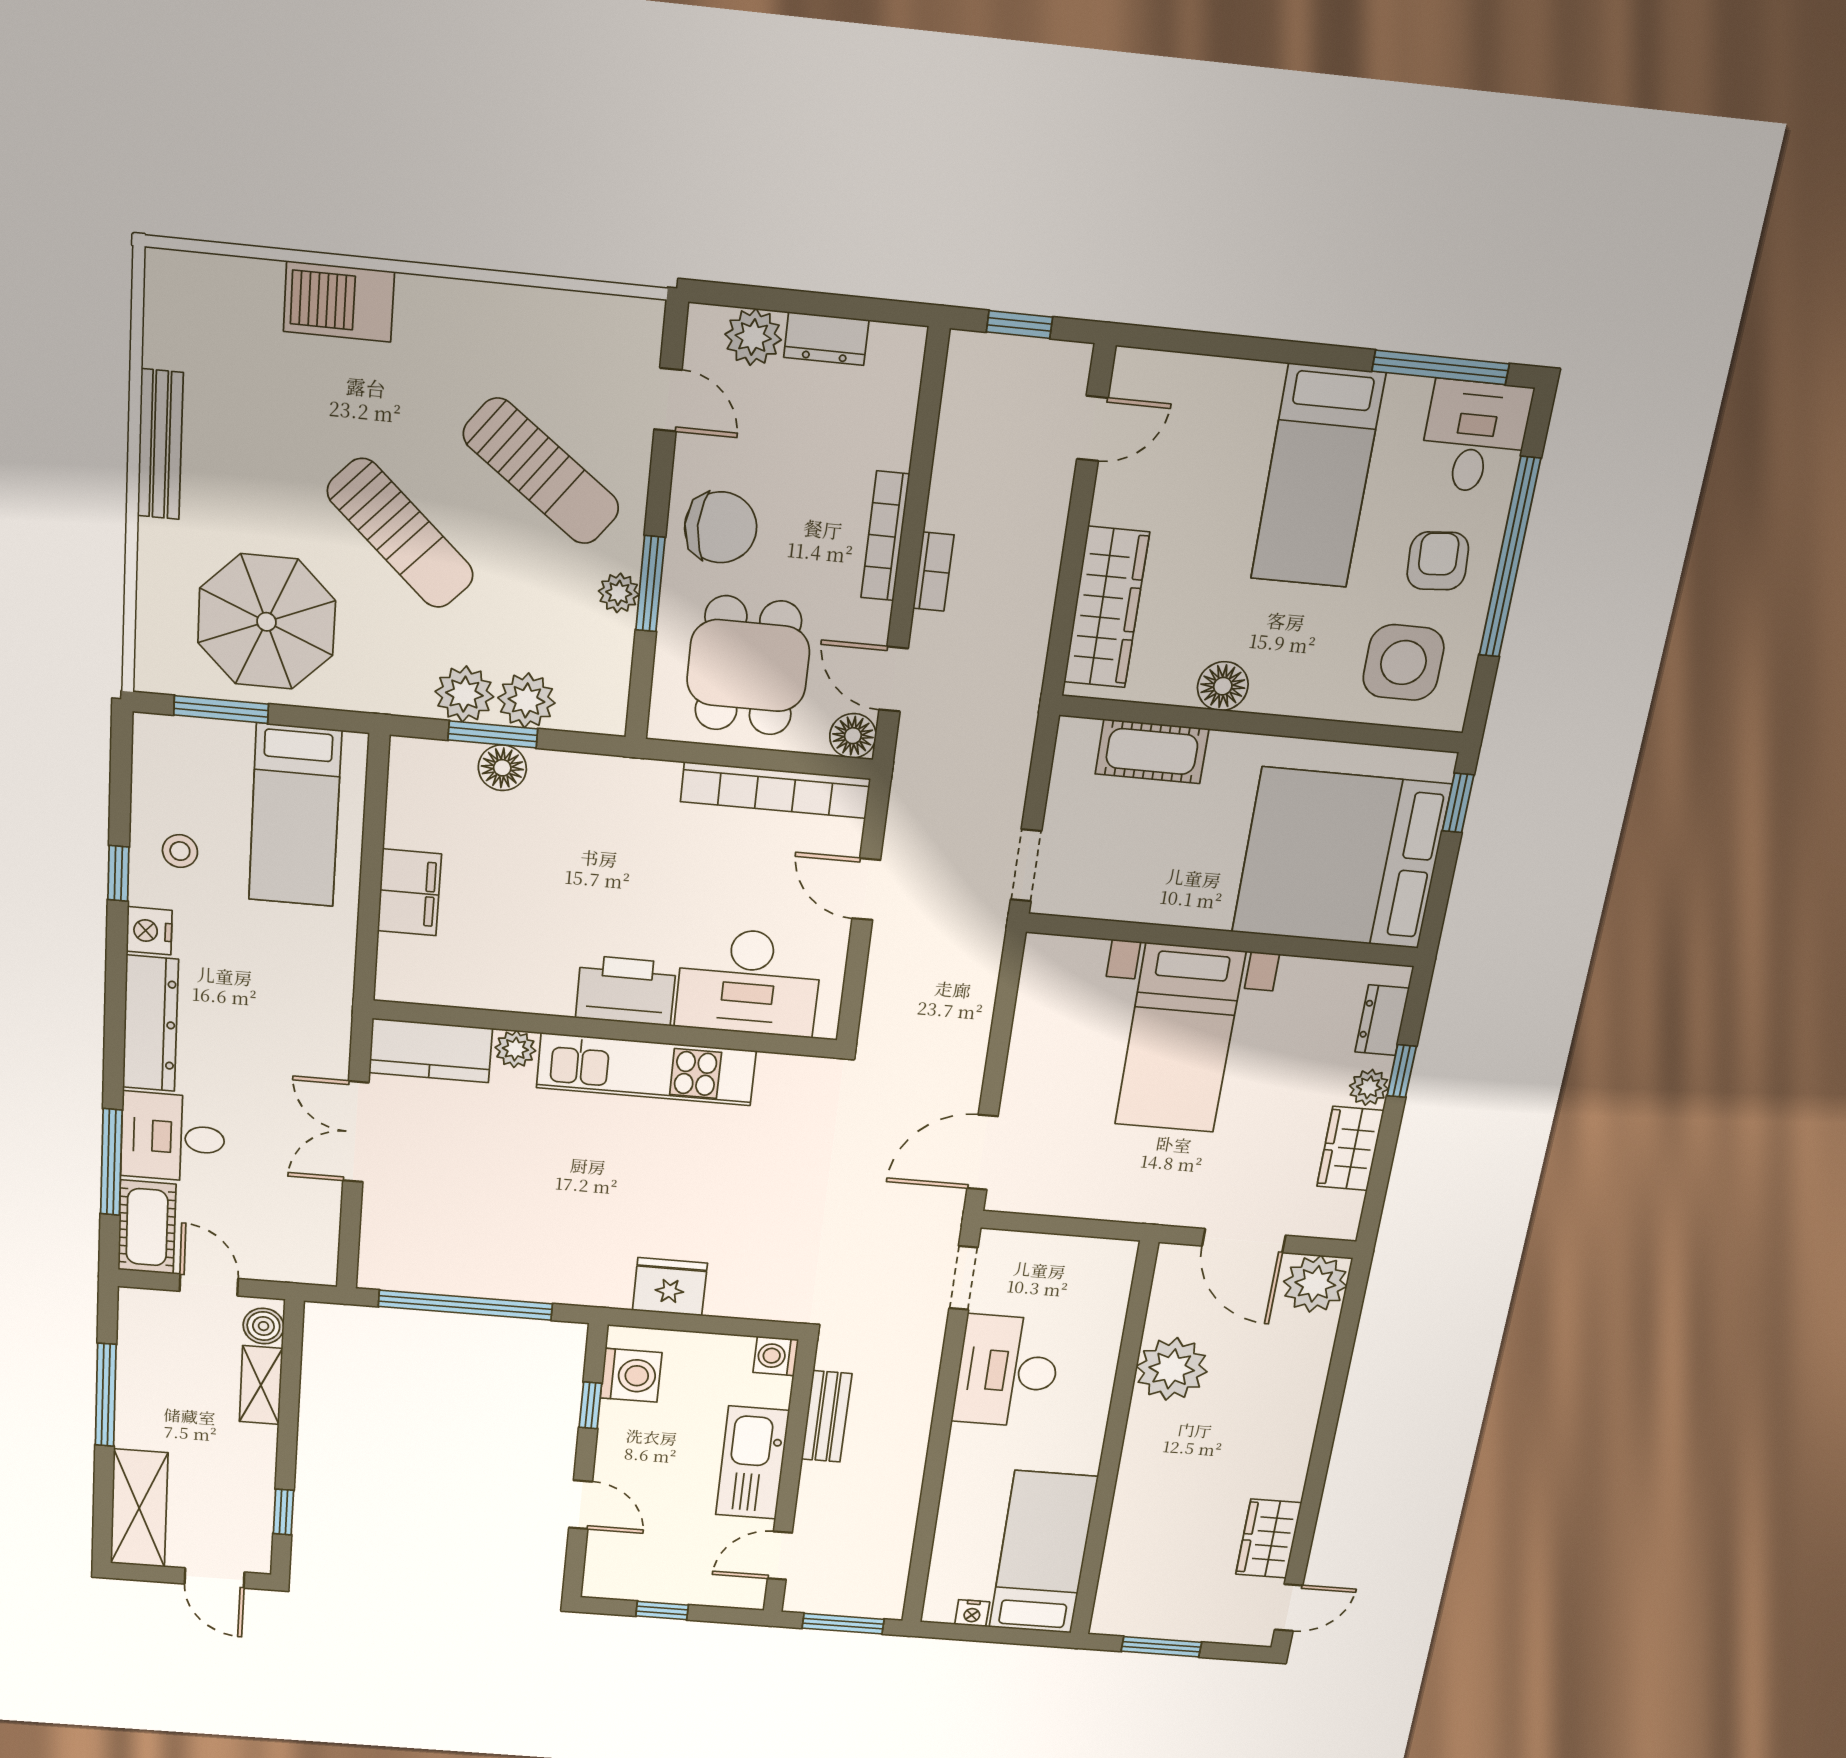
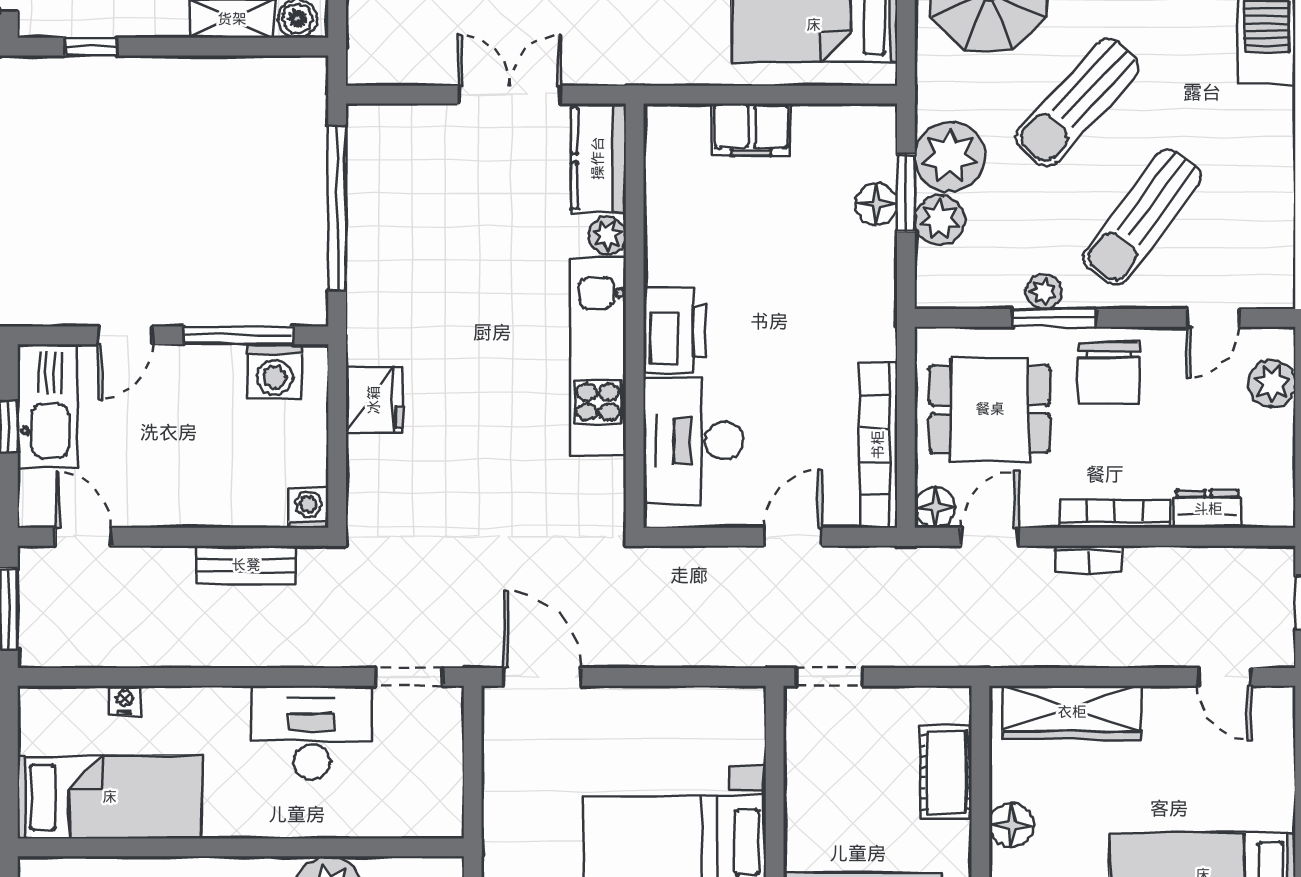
dresser: (826, 339) -> (1208, 509), moved, turned 90
plant: (464, 694) -> (950, 157), width x1.36, depth x1.36
window: (590, 1405) -> (238, 335), width x2.17
kitchen sink: (752, 1463) -> (47, 406), moved, turned 90
nightstand: (972, 1613) -> (125, 700), moved, turned 90

